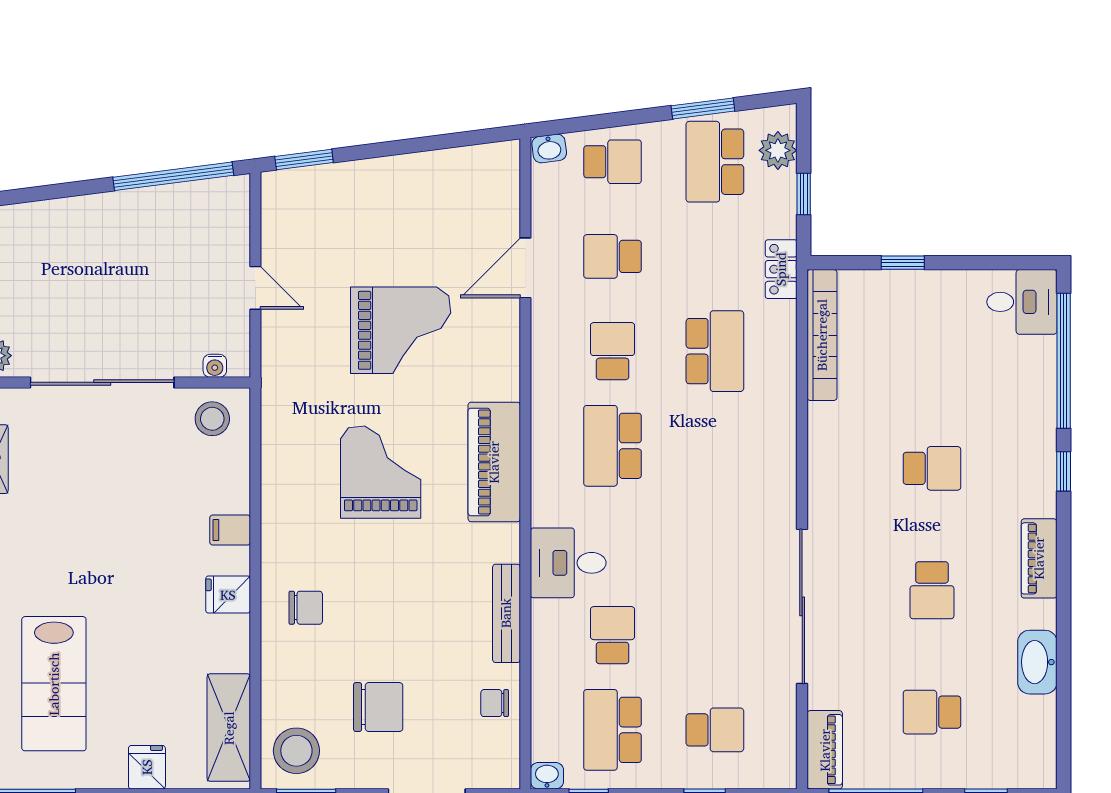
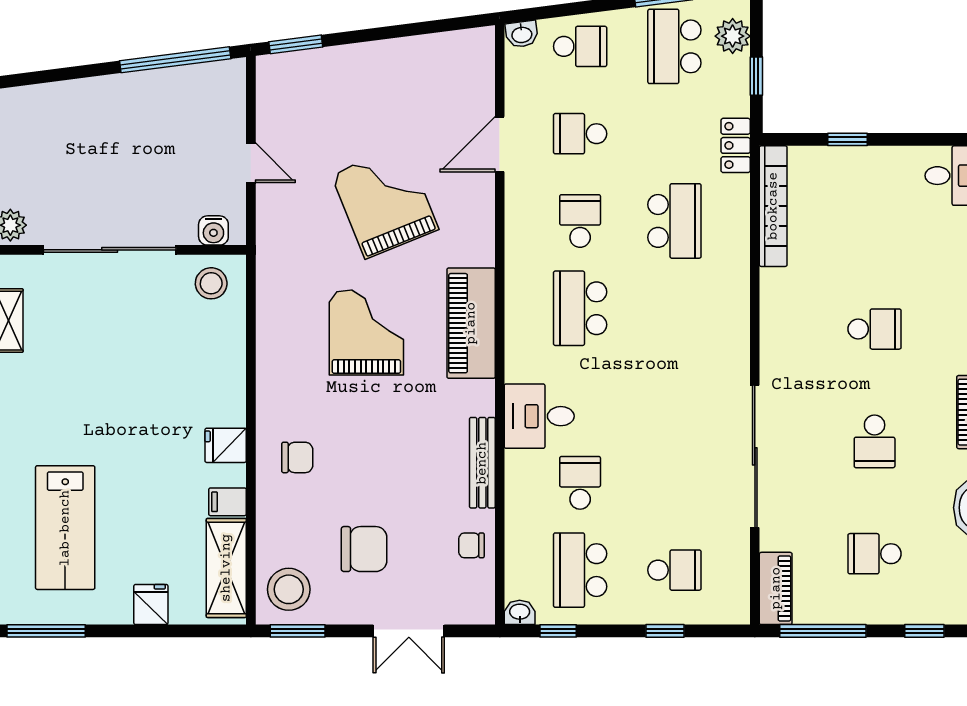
grand piano: (401, 330) -> (385, 202), turned -112
water cooler: (215, 366) -> (213, 230), width x1.38, depth x1.38
filing cabinet: (230, 530) -> (228, 502), moved

